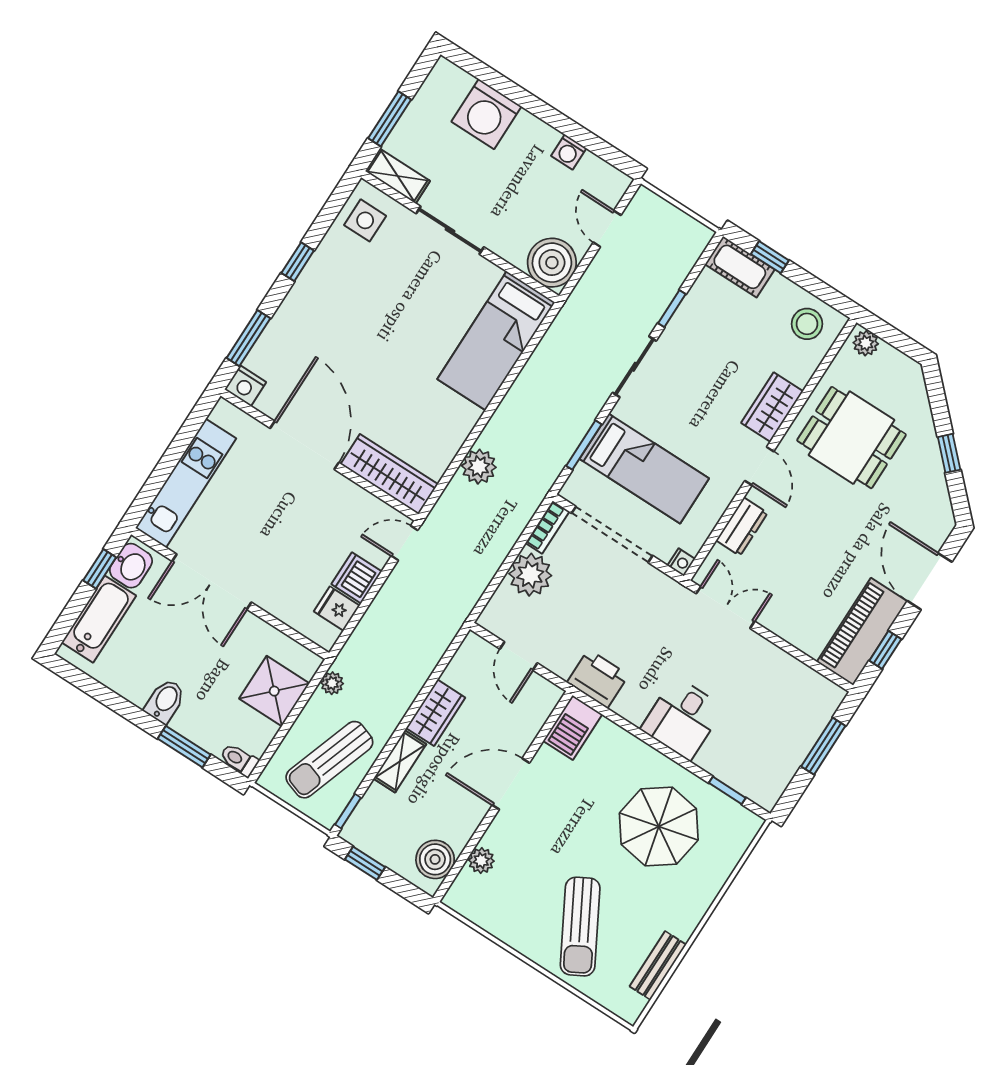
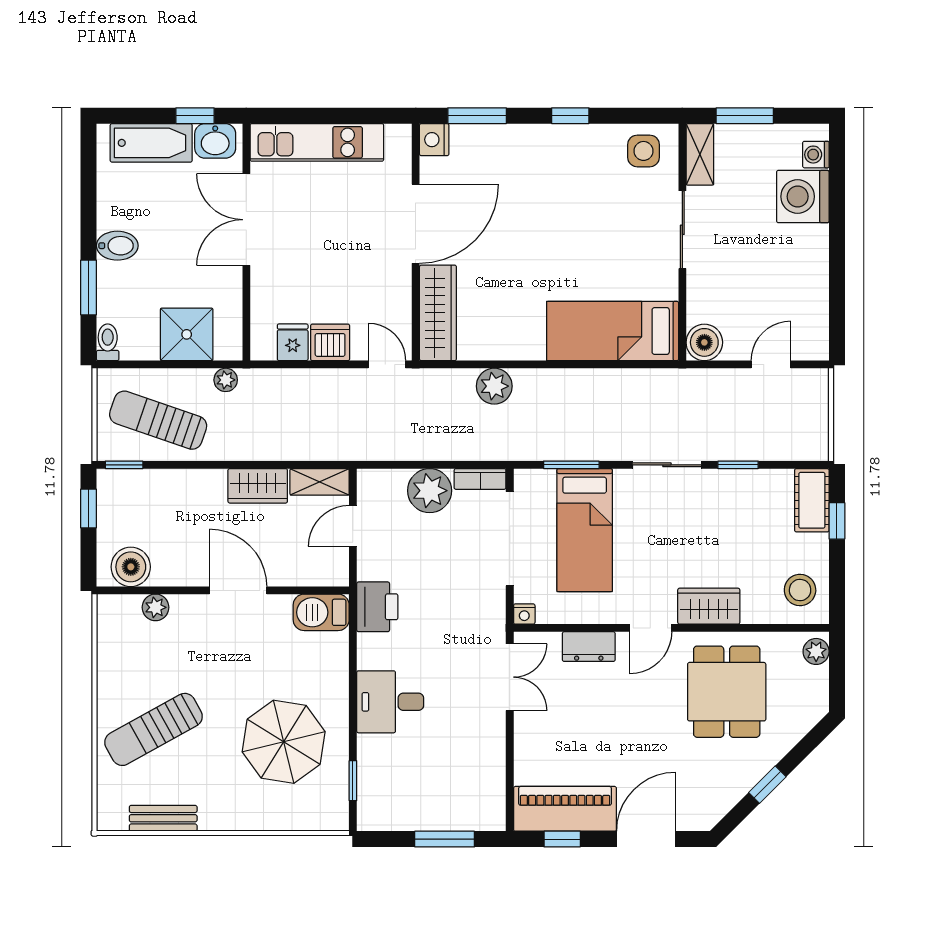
washing machine: (569, 152) -> (816, 155), moved
boiler: (552, 263) -> (704, 342), width x0.73, depth x0.73
shelving: (400, 761) -> (320, 482), moved

